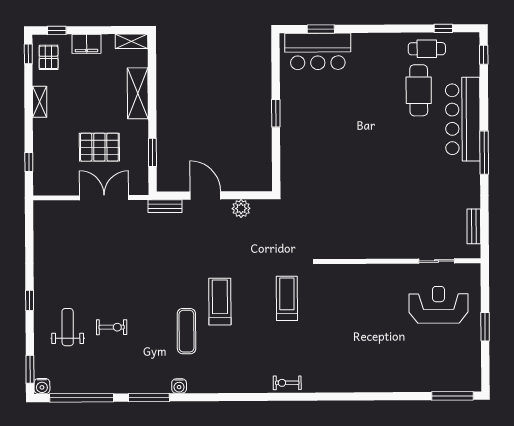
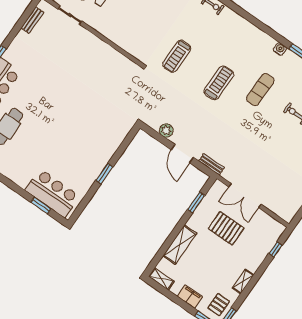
treadmill: (220, 302) -> (219, 83), turned 180
exercise mat: (186, 331) -> (260, 89), moved

